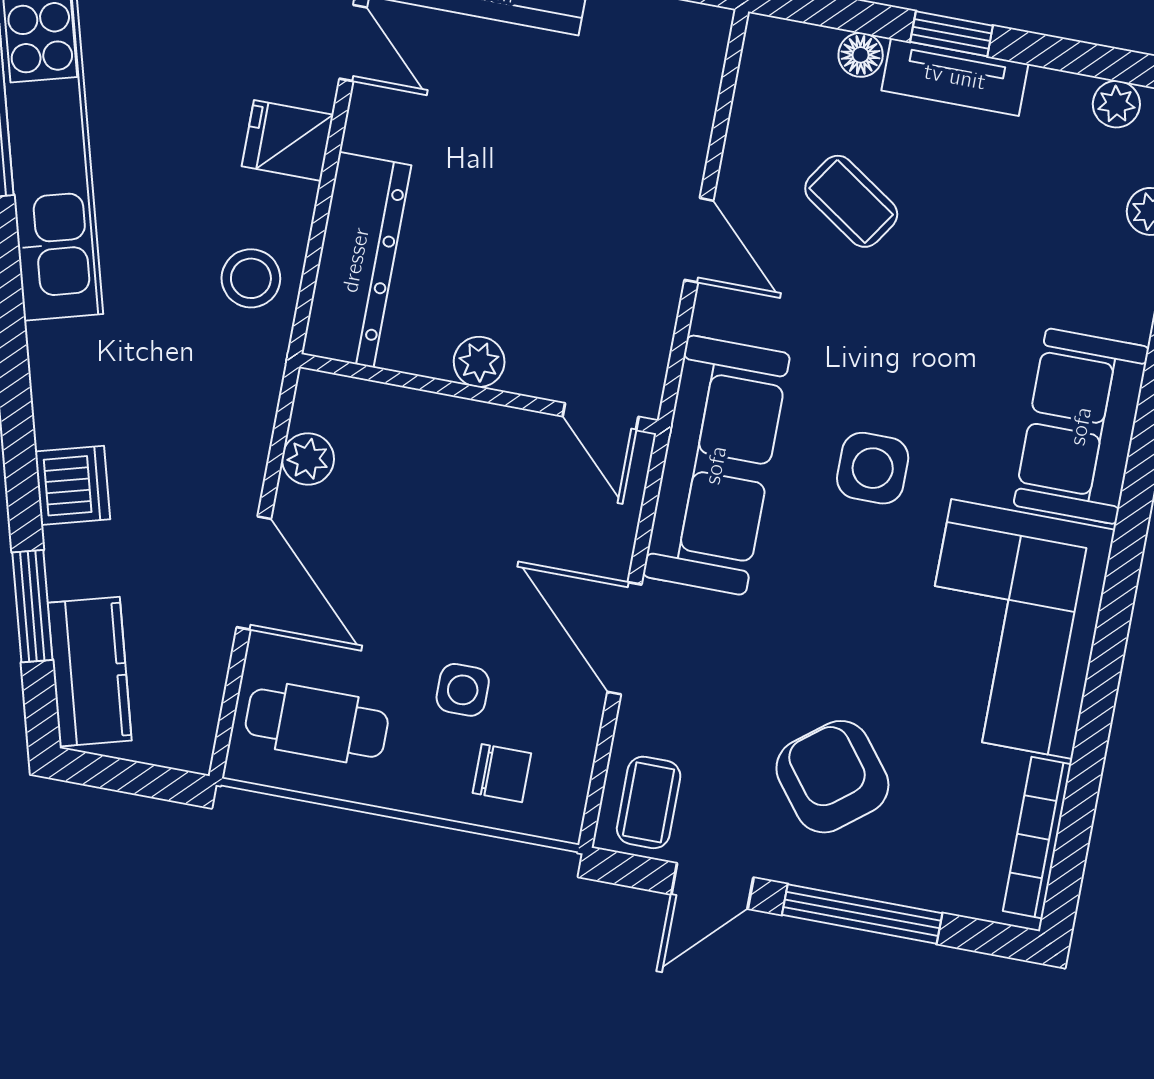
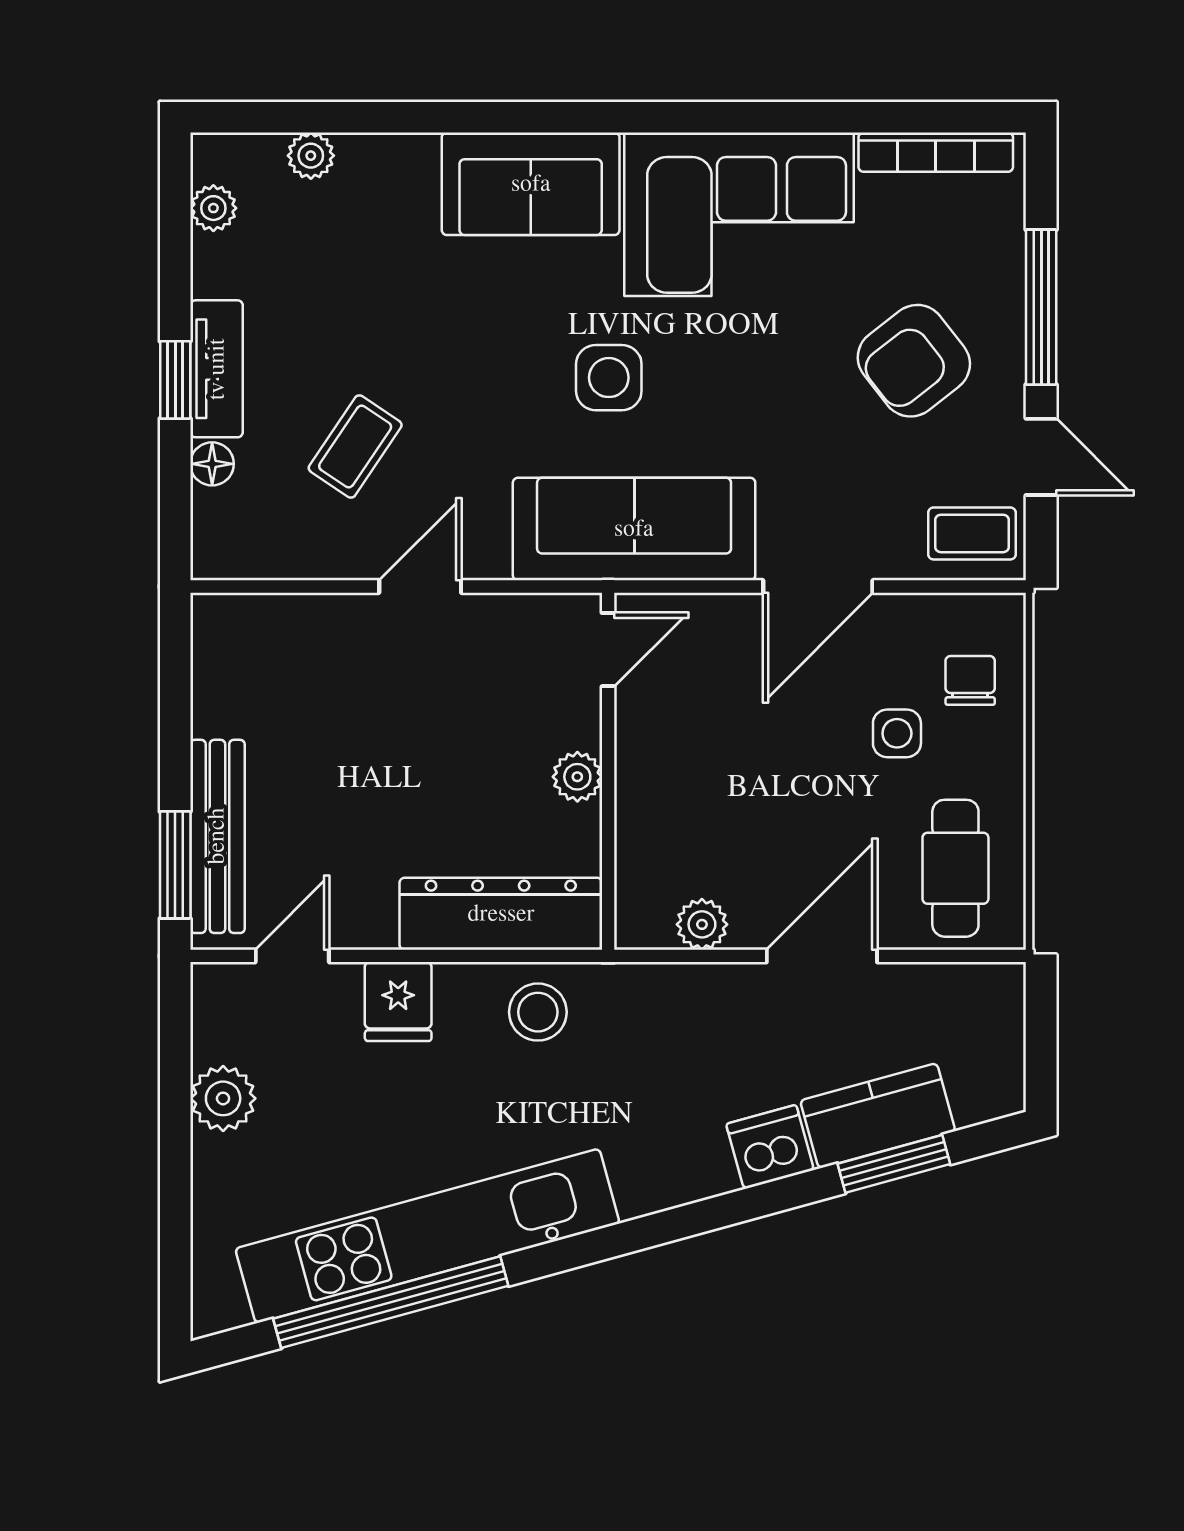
kitchen counter: (90, 672) -> (878, 1116), moved

